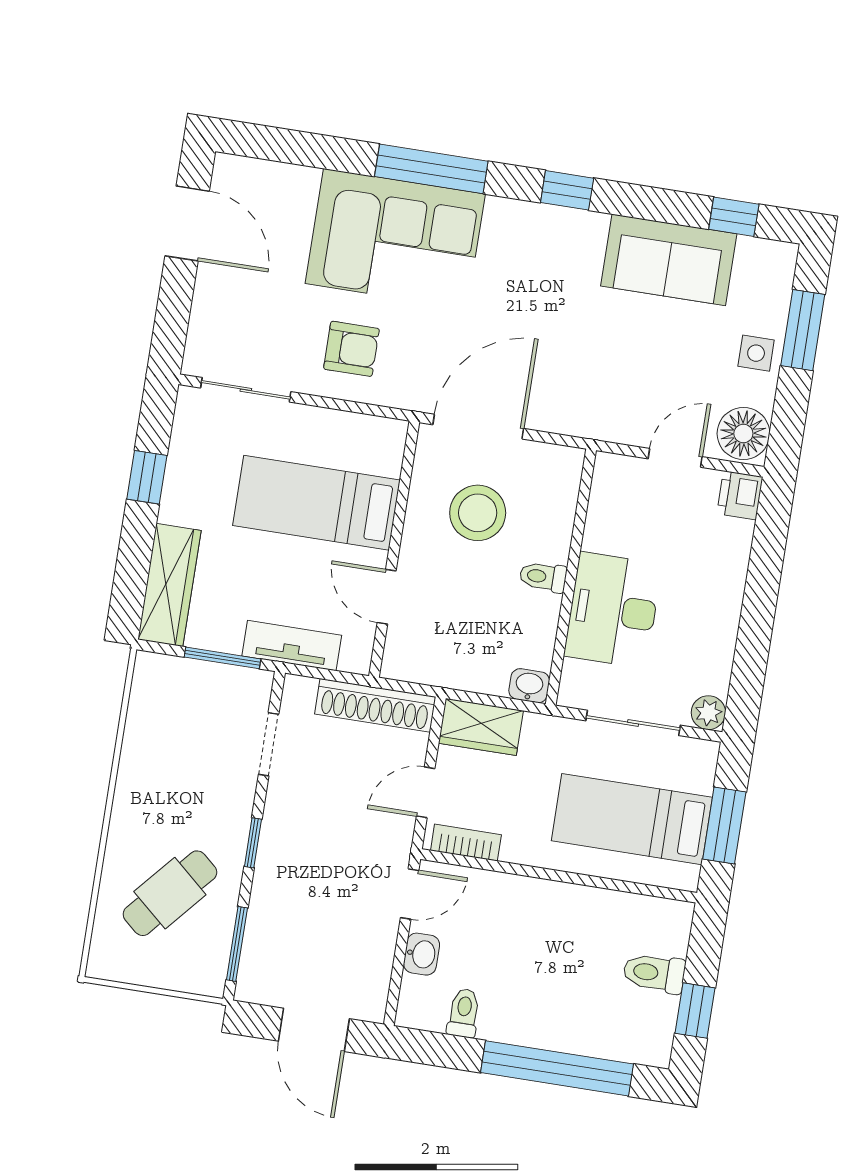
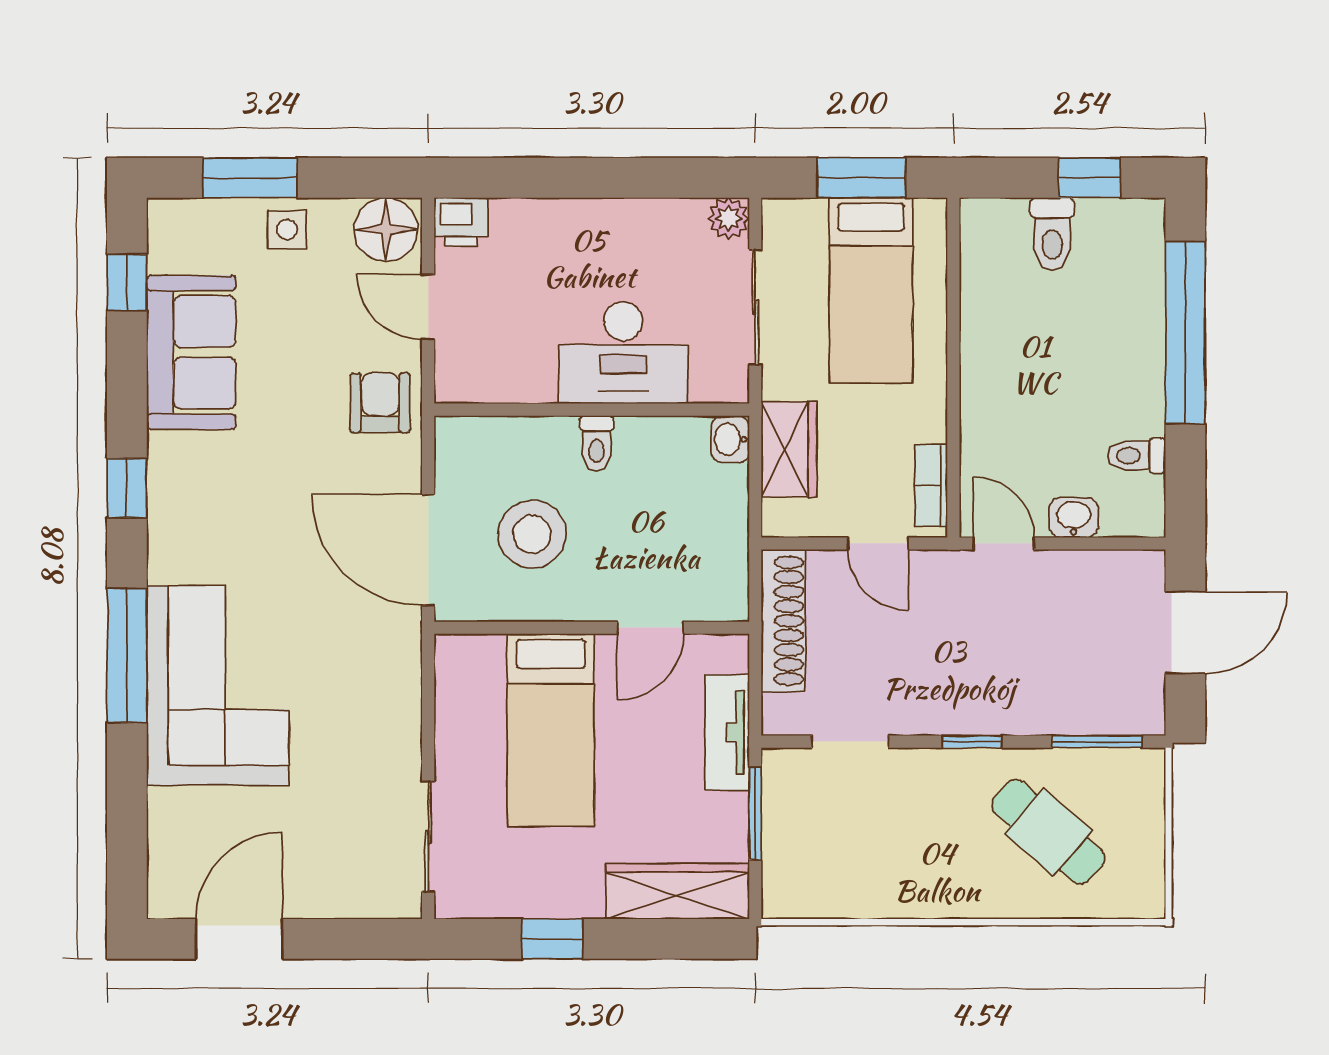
armchair: (351, 349) -> (380, 403), moved
wardrobe: (481, 727) -> (789, 449), moved

